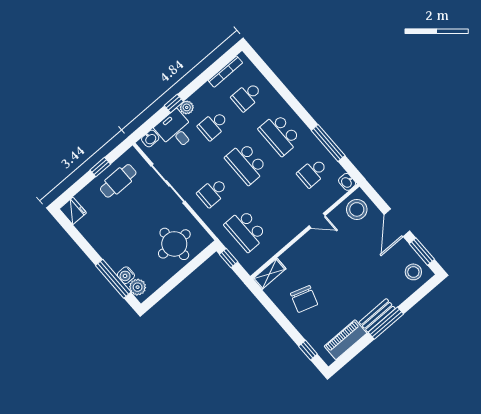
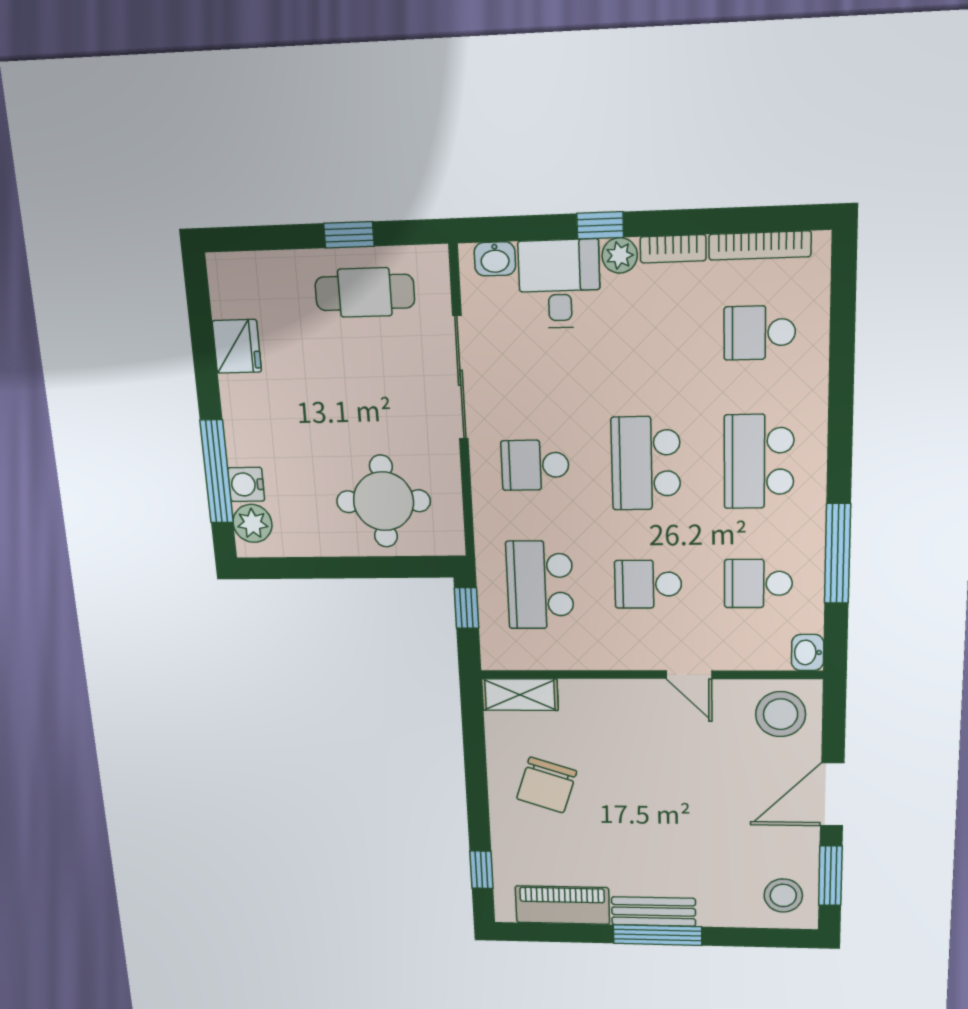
bookcase: (201, 93) -> (673, 249), added
school desk: (213, 125) -> (648, 584), moved
fridge: (73, 211) -> (237, 346), moved

